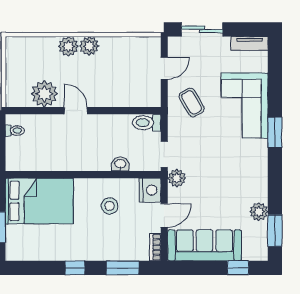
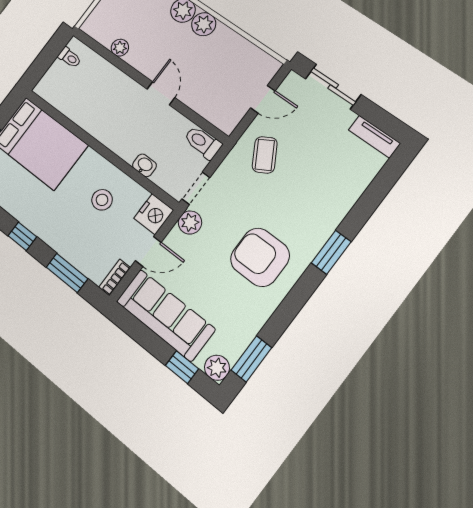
plant: (44, 94) -> (120, 48), width x0.53, depth x0.53
corner sofa: (245, 105) -> (319, 199), removed
door: (76, 111) -> (161, 93), moved
armchair: (235, 167) -> (260, 257), added
plant: (259, 212) -> (217, 368), moved

